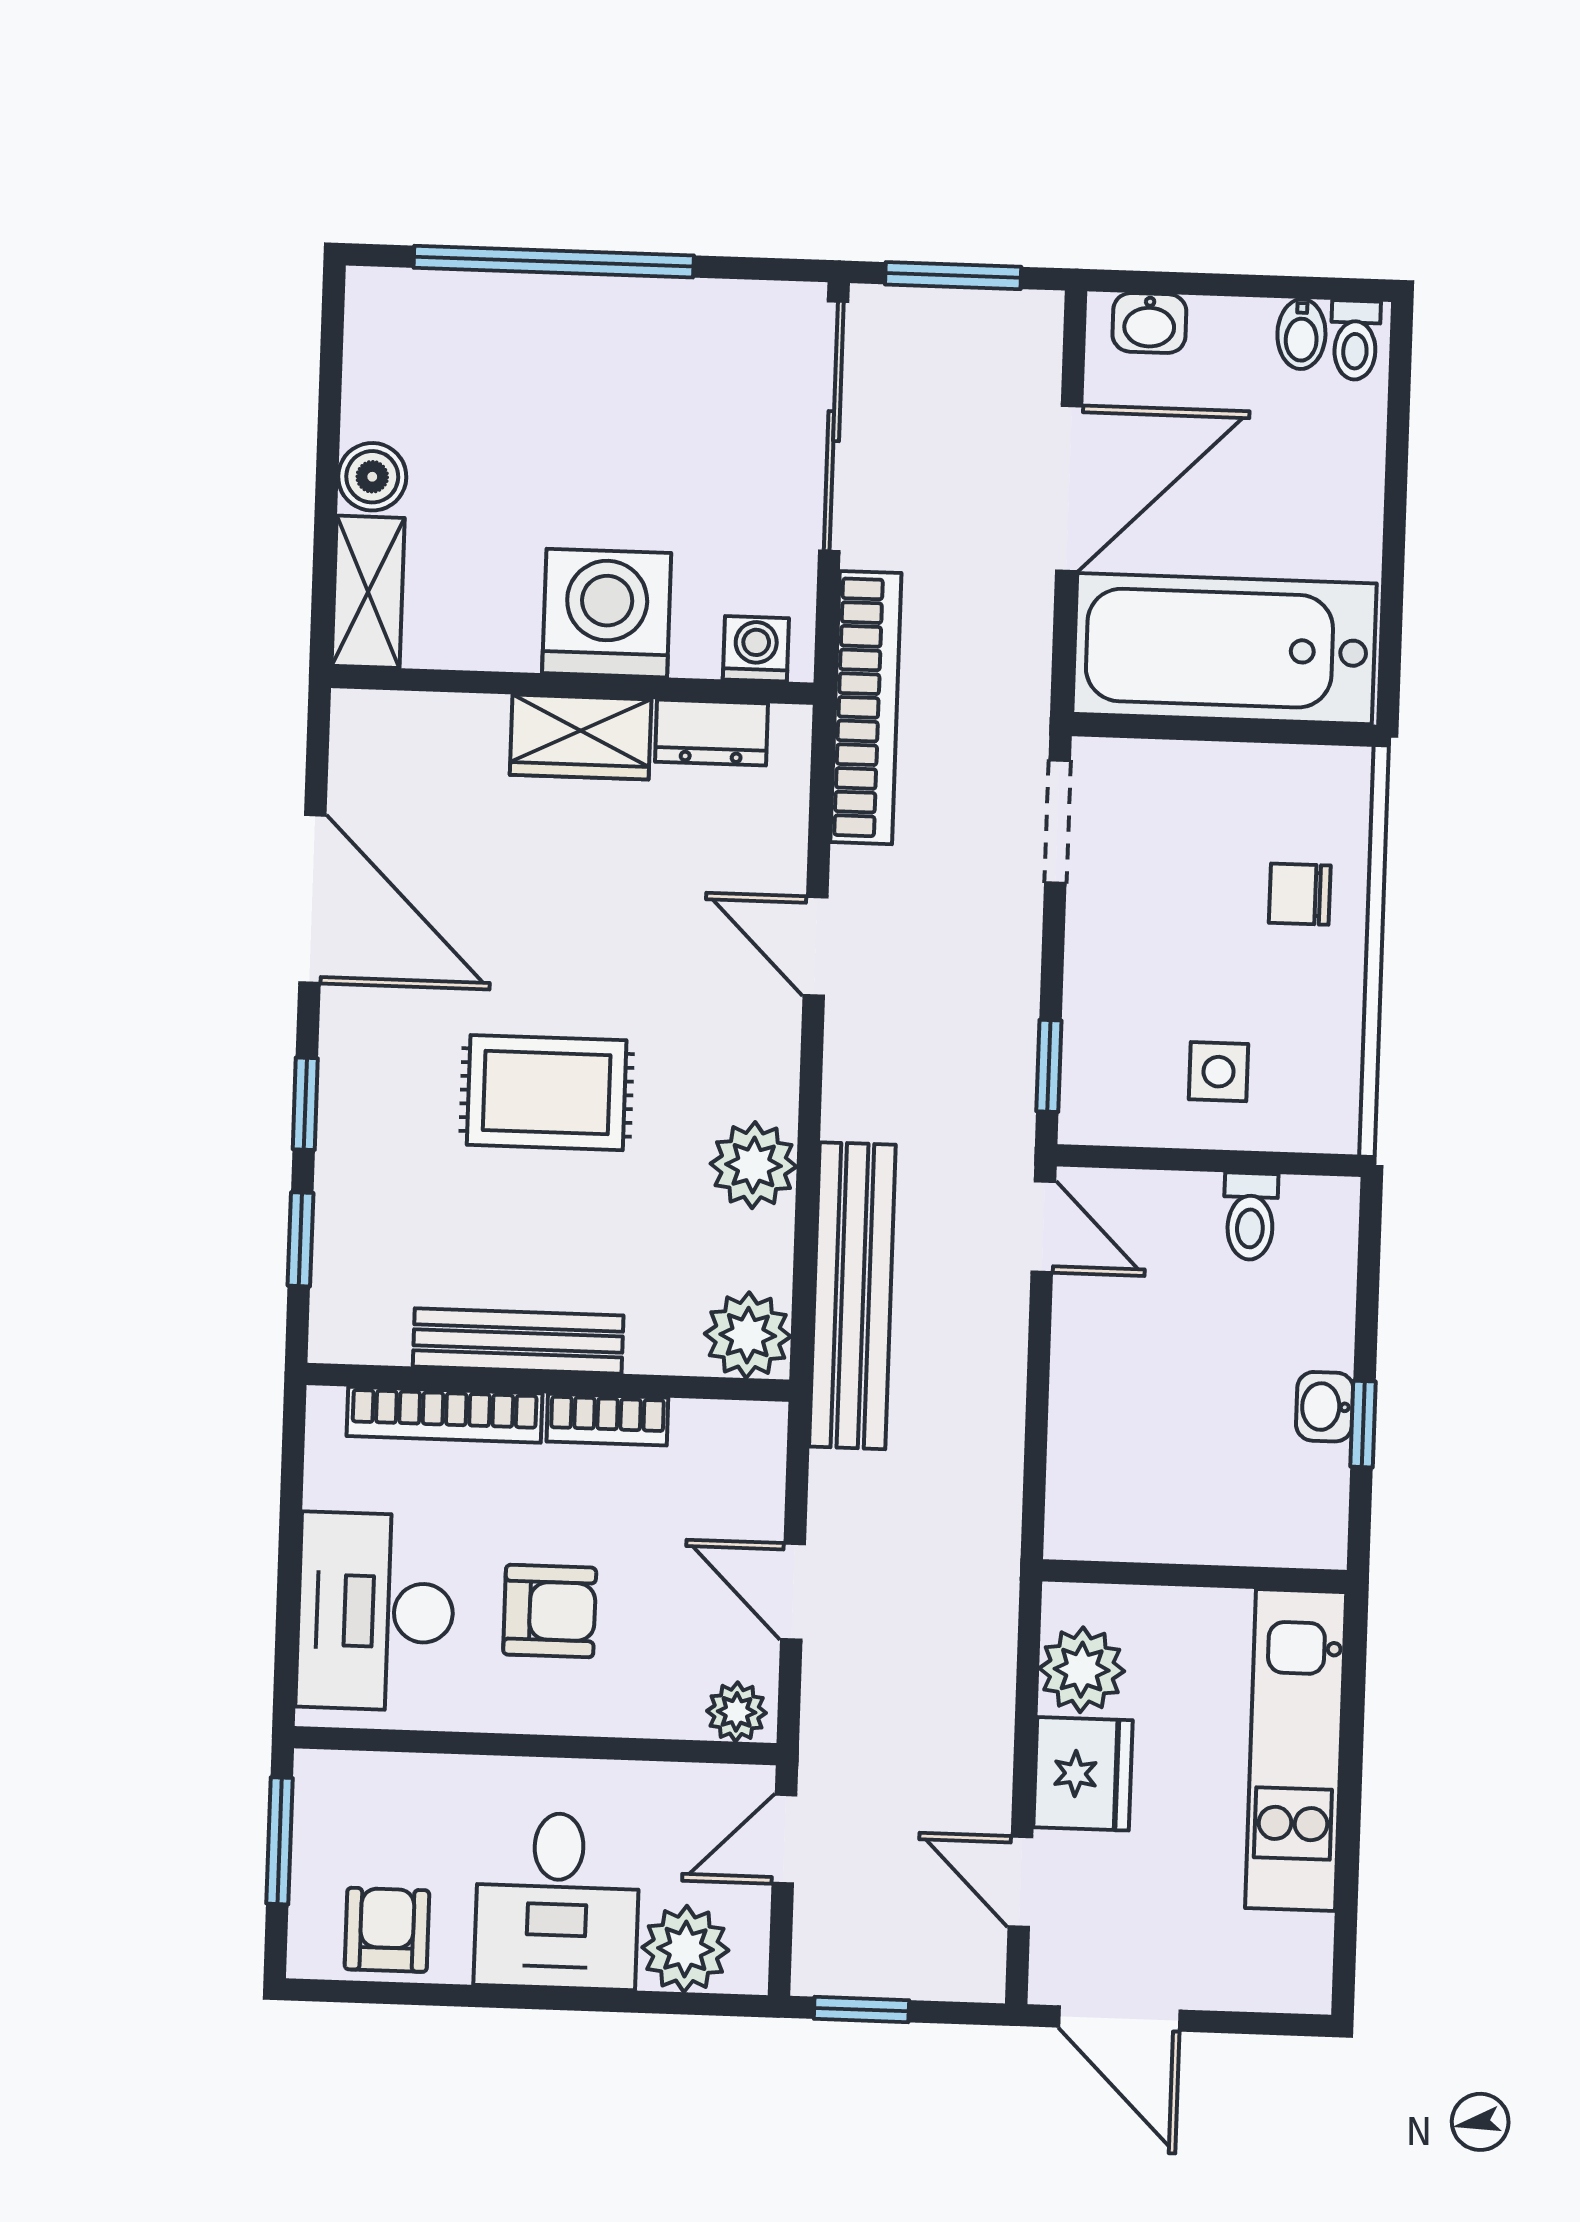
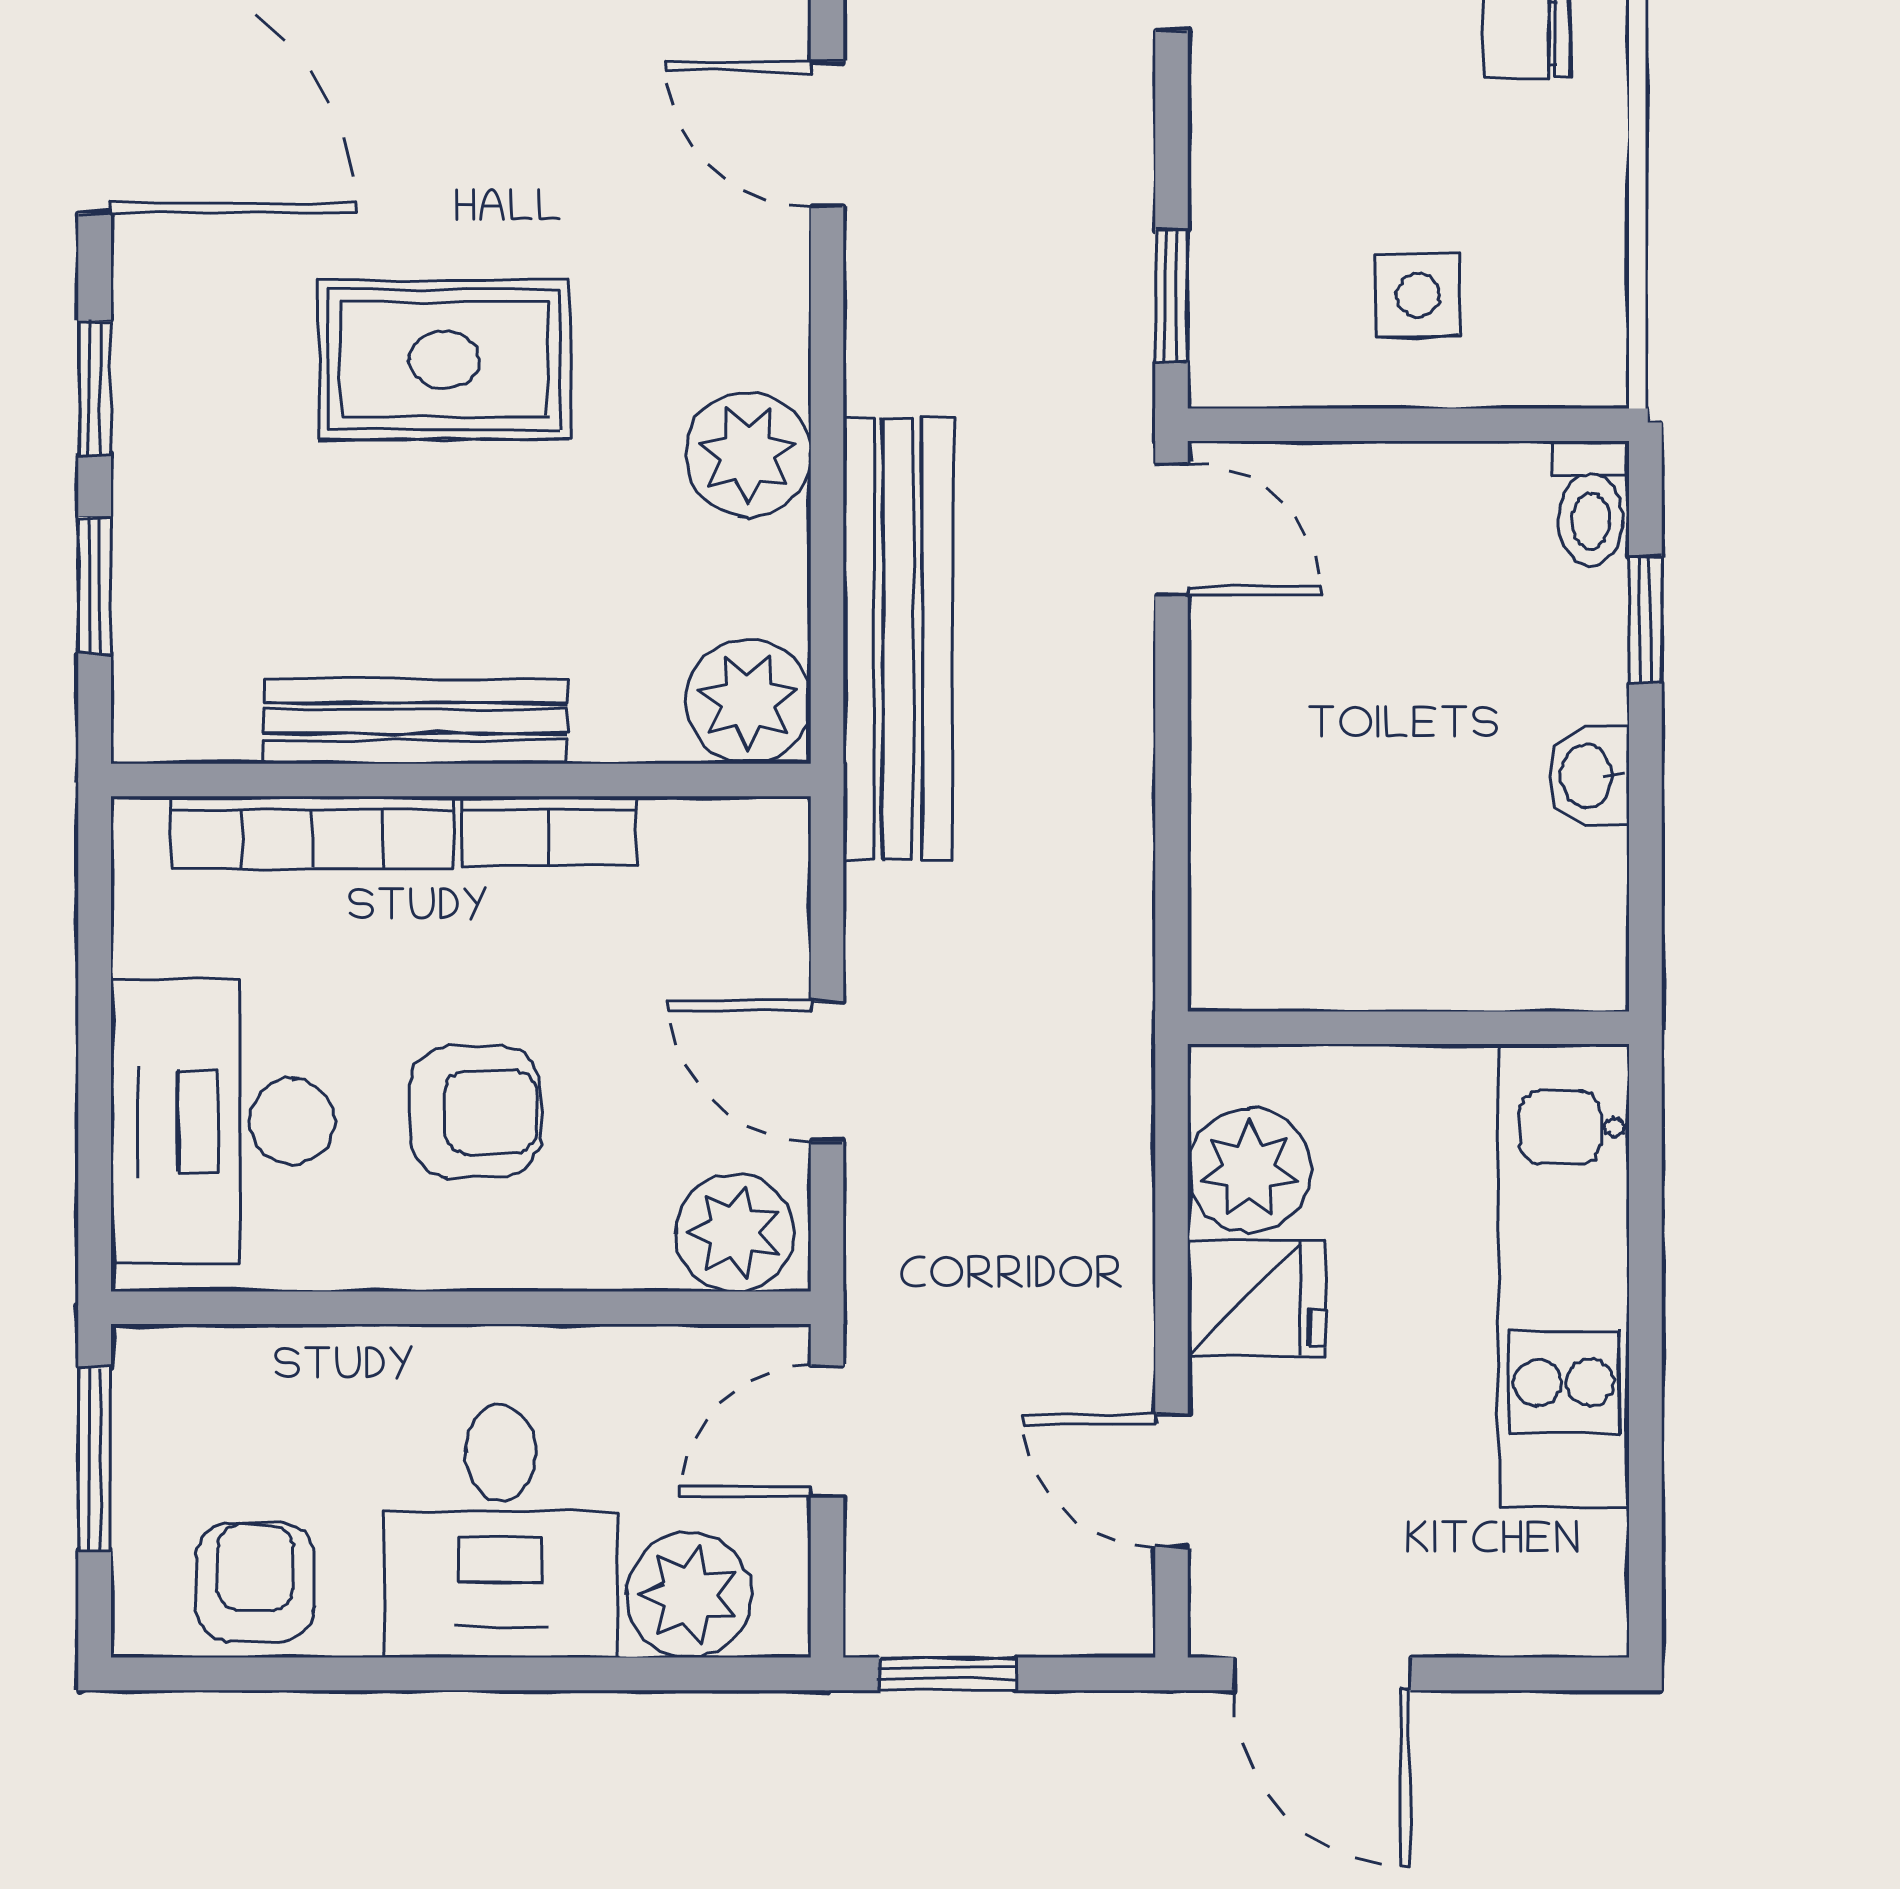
toilet: (1250, 1216) -> (1591, 504), moved
window: (1363, 1424) -> (1645, 620), moved
plant: (737, 1712) -> (735, 1232), width x1.38, depth x1.38
fridge: (1083, 1774) -> (1257, 1298), width x0.72

